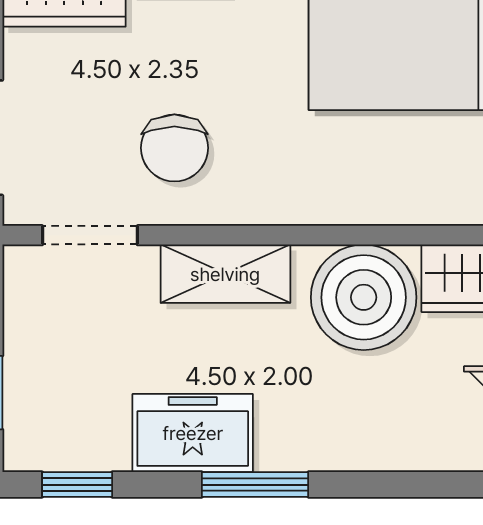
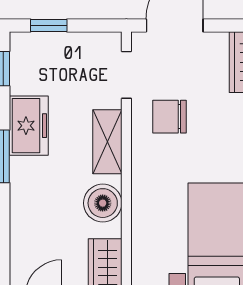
boiler: (364, 297) -> (103, 203), width x0.73, depth x0.73

